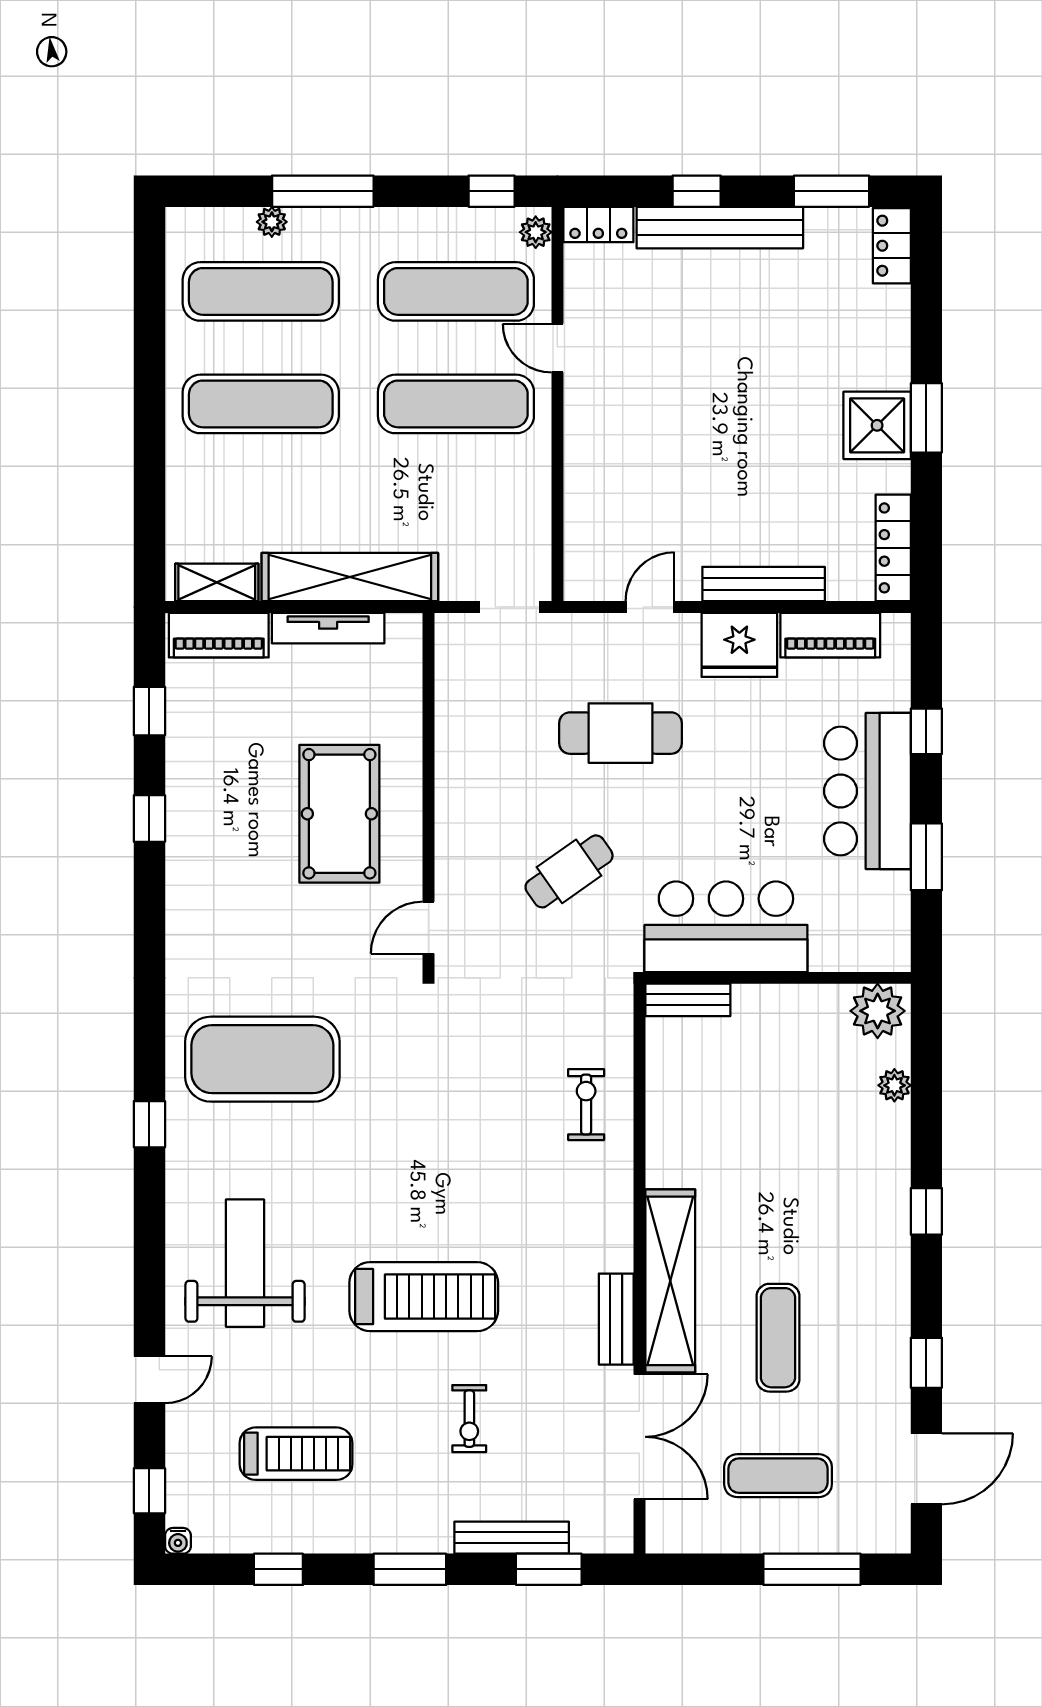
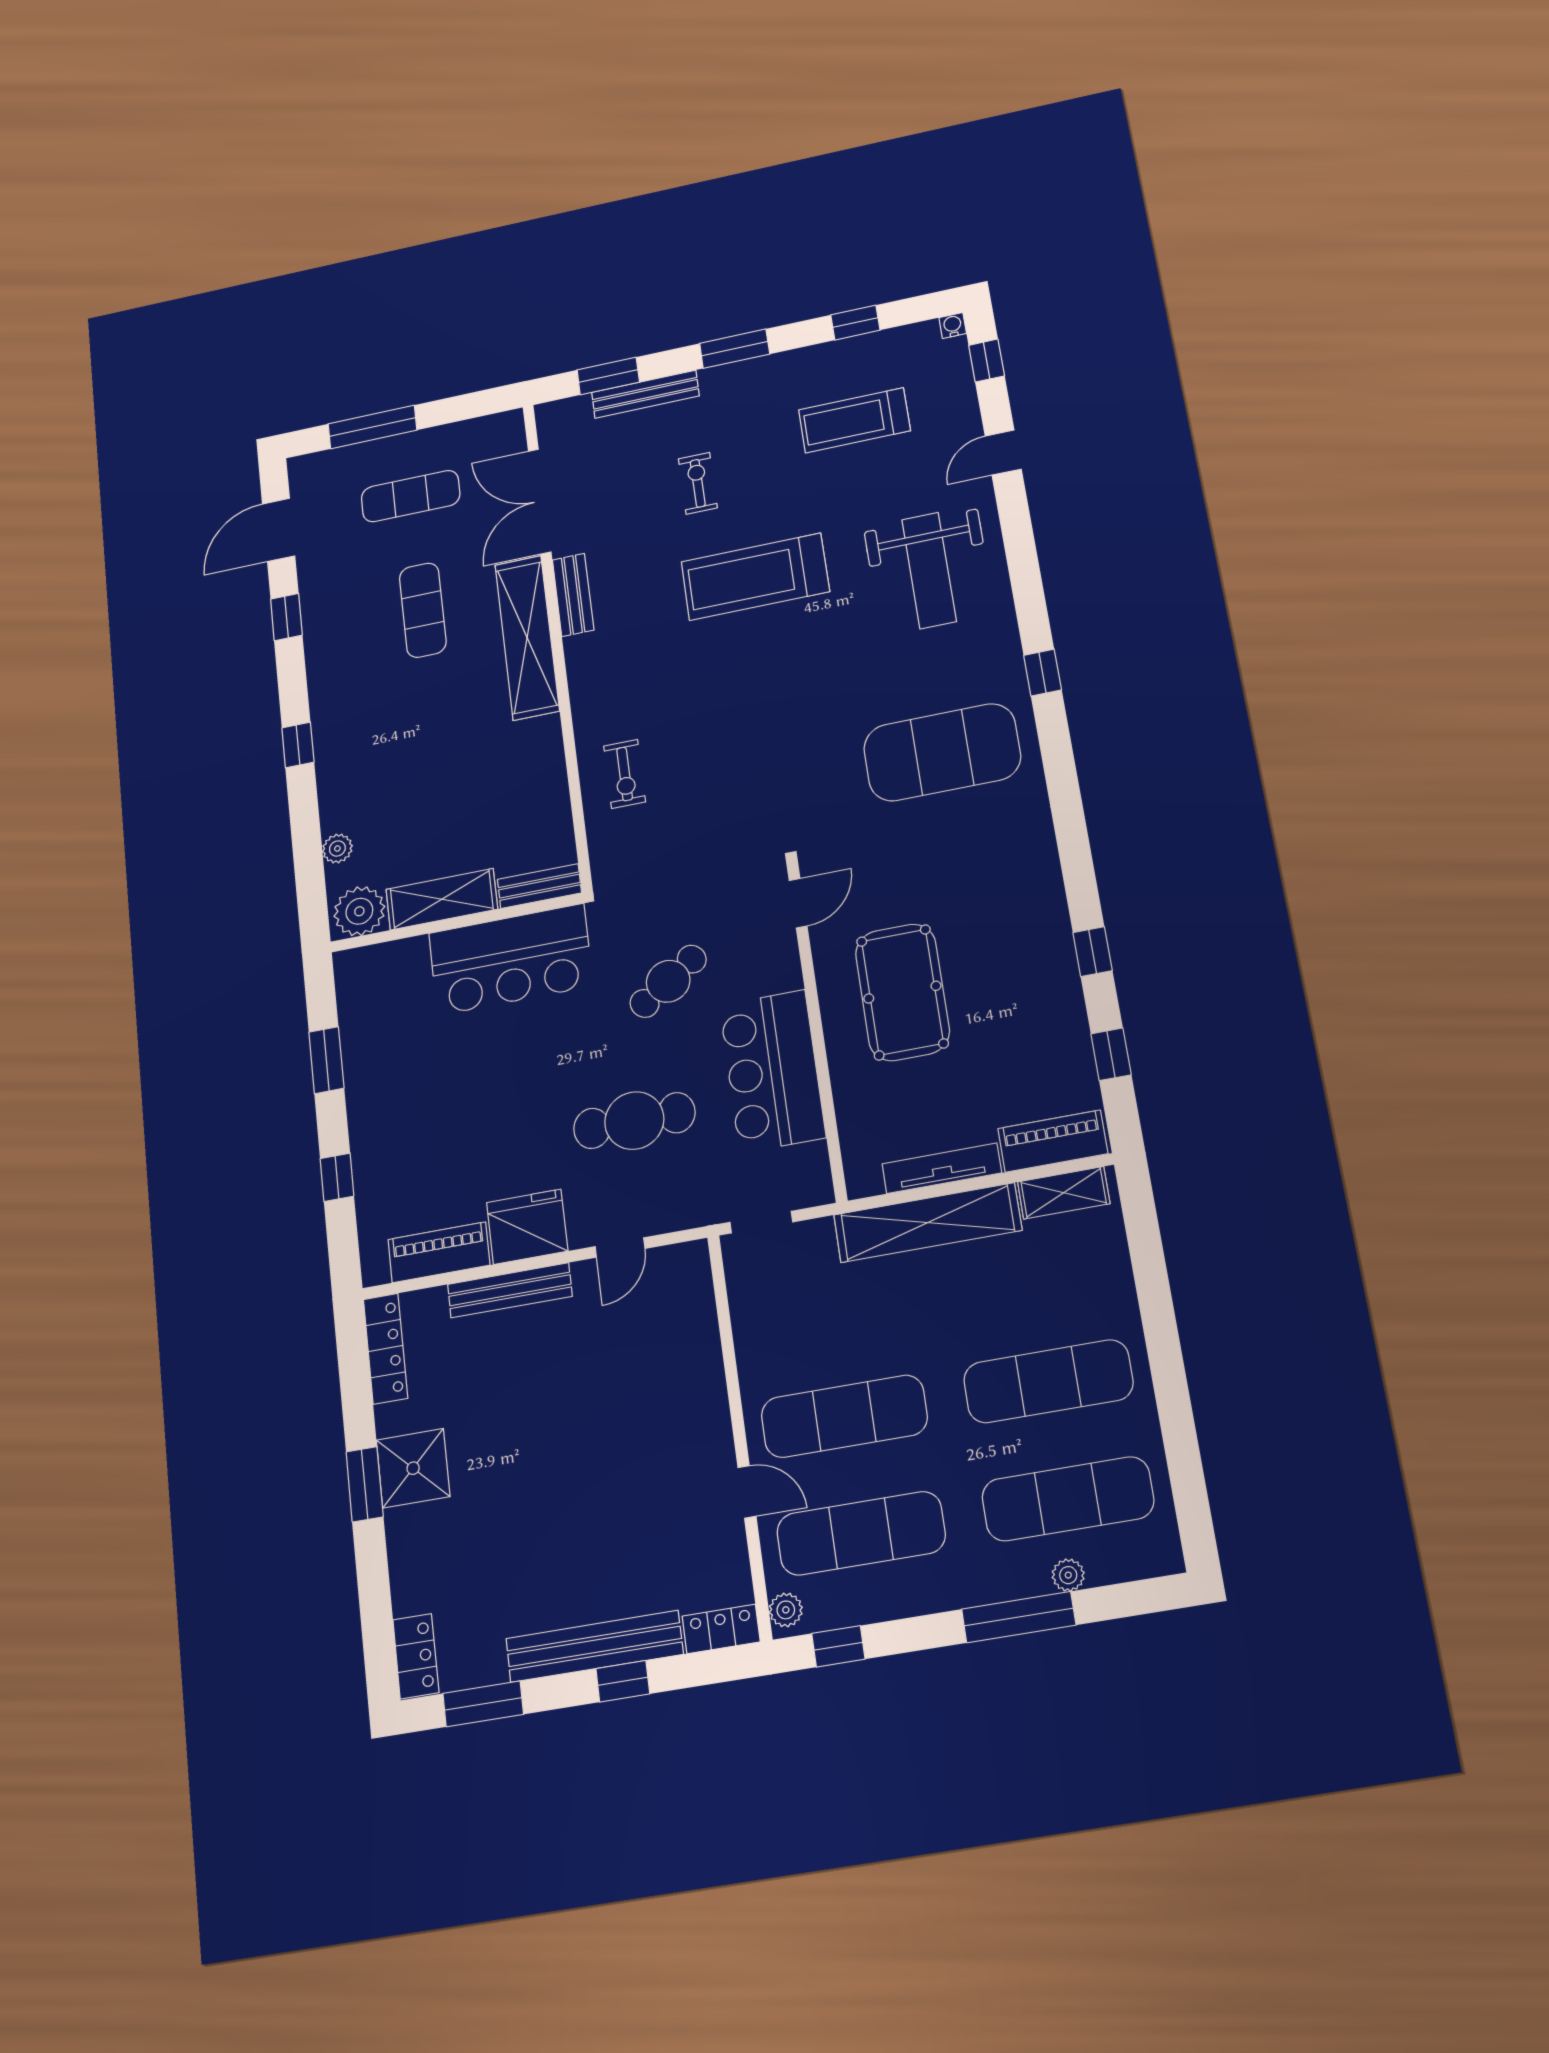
bar counter: (867, 791) -> (772, 1071), moved, turned 180
shelving: (790, 1006) -> (442, 899), added

